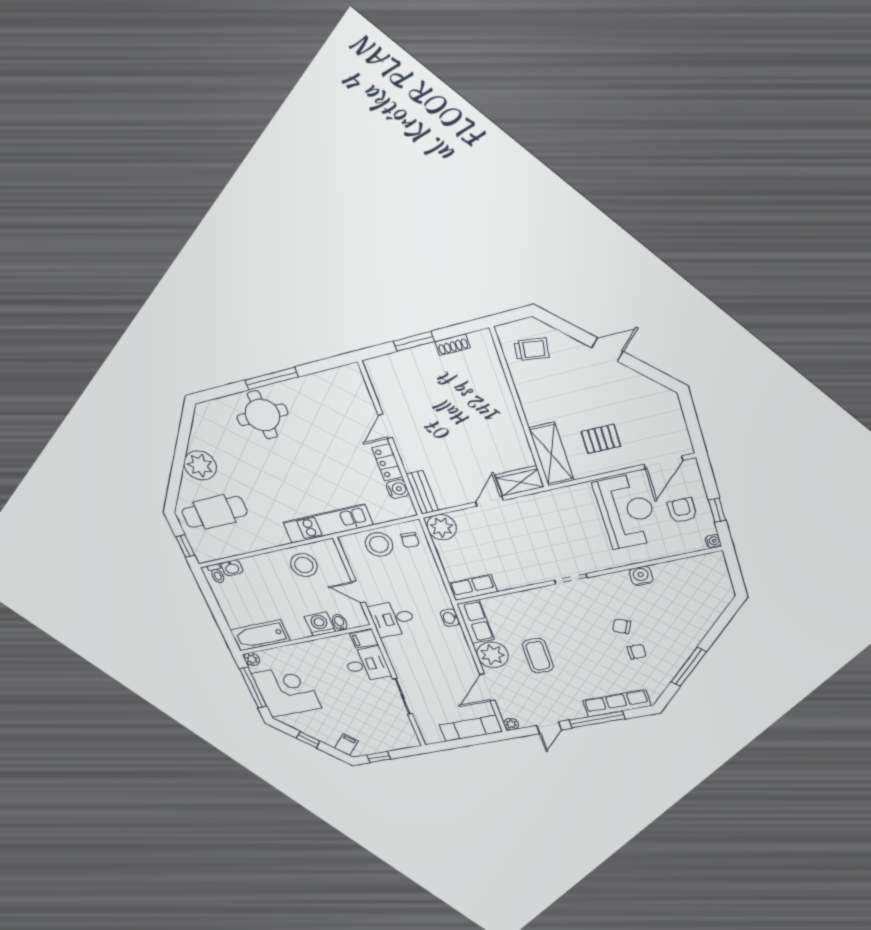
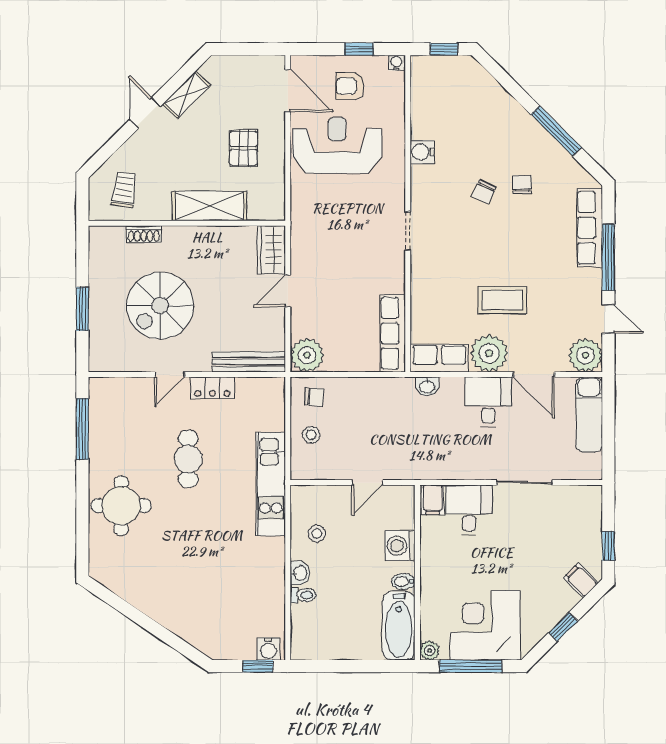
shoe rack: (453, 345) -> (144, 234), moved, turned 90
window: (272, 379) -> (82, 429), moved
shelving: (635, 381) -> (187, 95), added
spiral stairs: (440, 404) -> (160, 306), added
door: (385, 426) -> (170, 374), hinge flipped
shelving: (551, 454) -> (209, 206), moved
plant: (200, 465) -> (162, 603), removed
water cooler: (398, 489) -> (268, 649), moved, turned 180
bench: (422, 492) -> (249, 362), width x1.36
door: (489, 501) -> (288, 291), hinge flipped
cafe table: (214, 512) -> (188, 459), moved, width x0.73, depth x0.74
stool: (379, 544) -> (311, 435), width x0.53, depth x0.53
stool: (304, 565) -> (317, 533), width x0.53, depth x0.53
washbasin: (232, 568) -> (300, 573), moved
toilet: (217, 574) -> (303, 595), moved
window: (735, 574) -> (444, 49), added
row of seats: (473, 587) -> (393, 333), width x1.48
desk: (393, 619) -> (488, 402), moved, turned 180
bidet: (340, 622) -> (403, 582), moved
plant: (511, 724) -> (585, 355), width x1.88, depth x1.88

